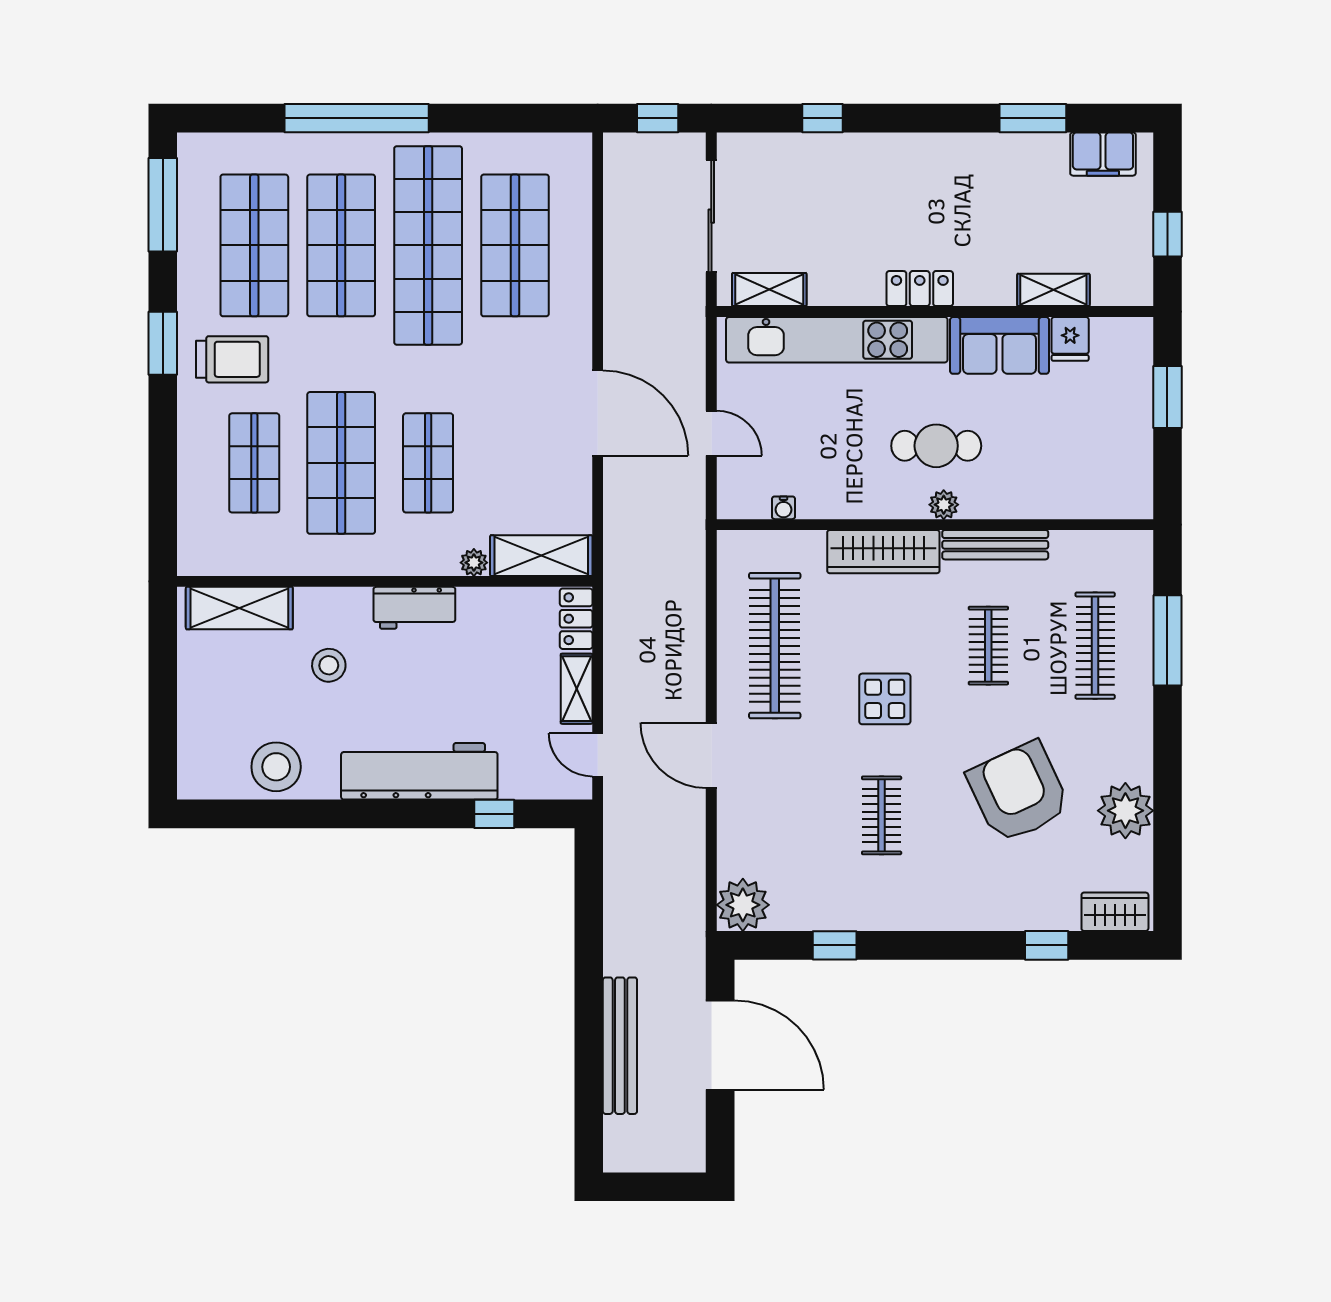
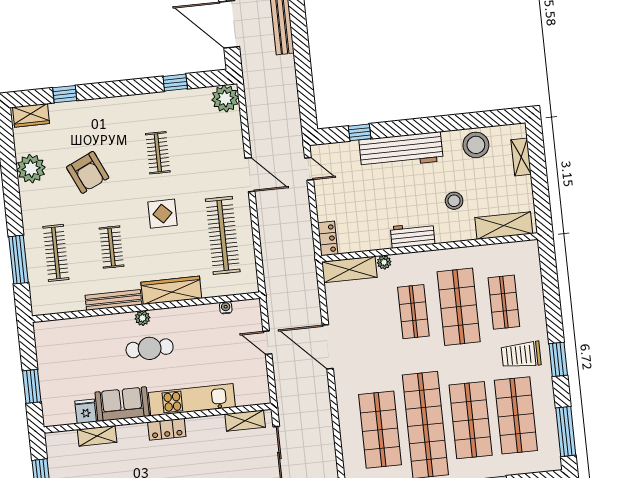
kitchen unit: (837, 340) -> (192, 400), width x0.73
shelving: (577, 689) -> (521, 157), moved
armchair: (1019, 792) -> (88, 172), width x0.73, depth x0.73

